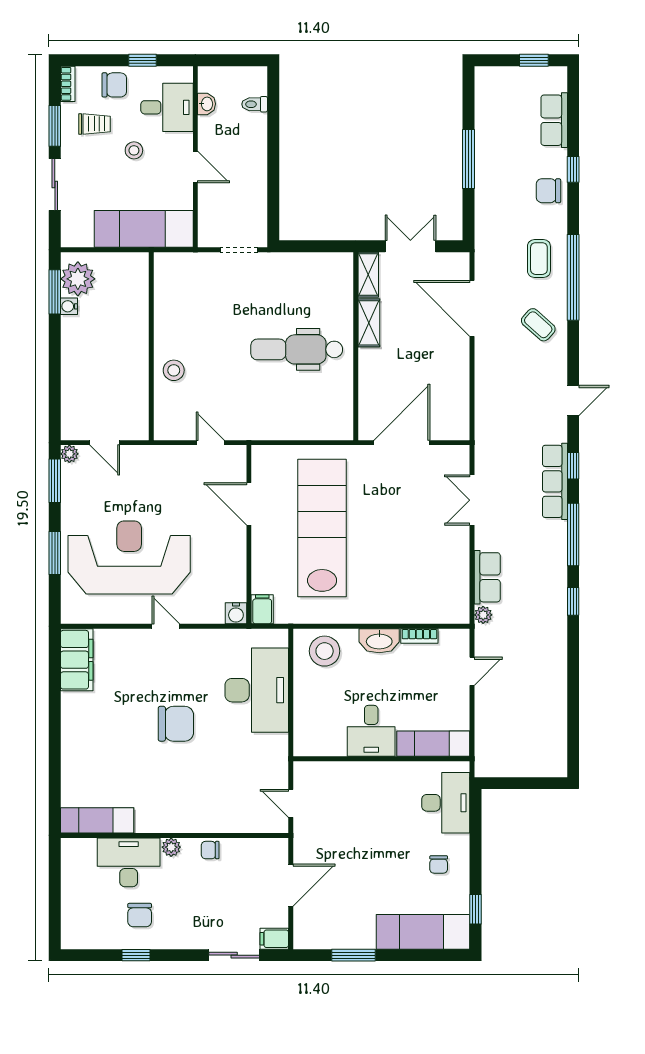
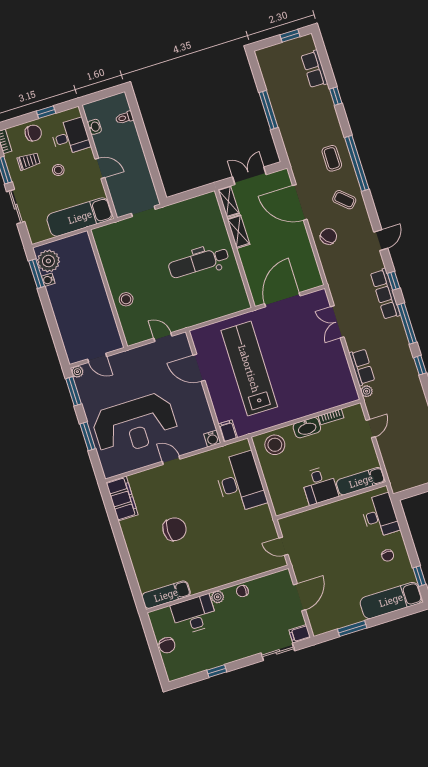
chair: (548, 191) -> (328, 236), moved, turned 137
reception desk: (129, 557) -> (135, 425), turned 180
chair: (176, 724) -> (175, 529), moved
chair: (140, 915) -> (167, 645), moved

